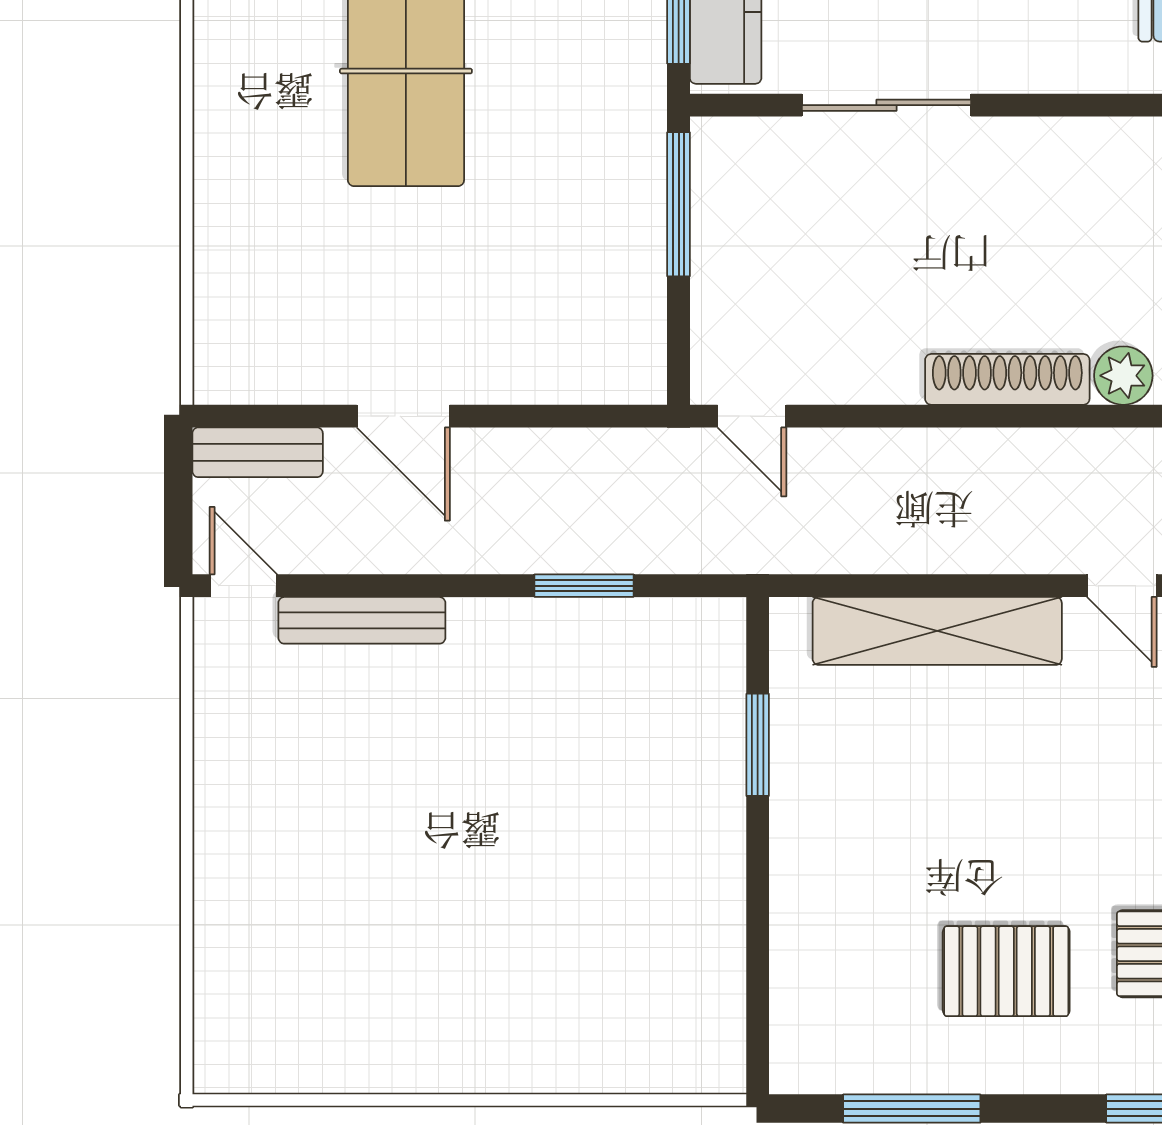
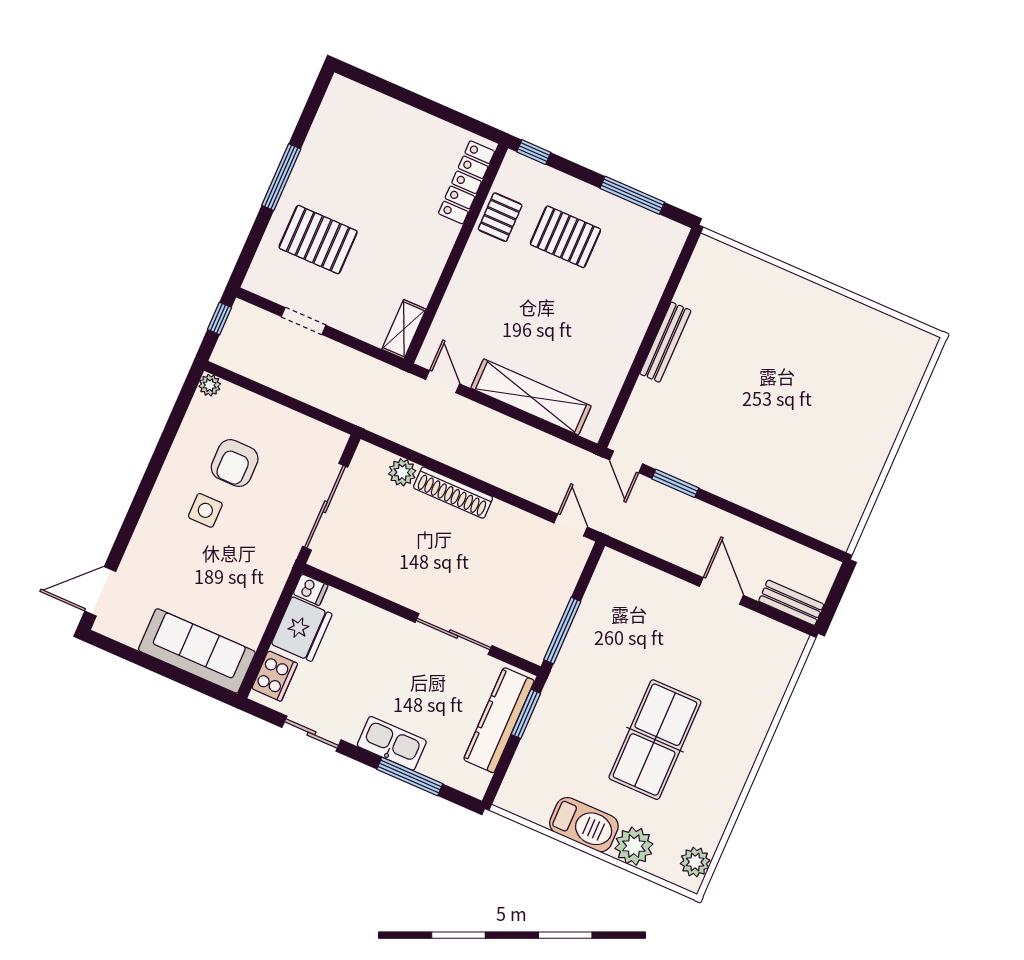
door: (243, 586) -> (626, 462), moved
bench: (362, 620) -> (665, 342), moved, turned 90
window: (758, 745) -> (630, 382), removed

